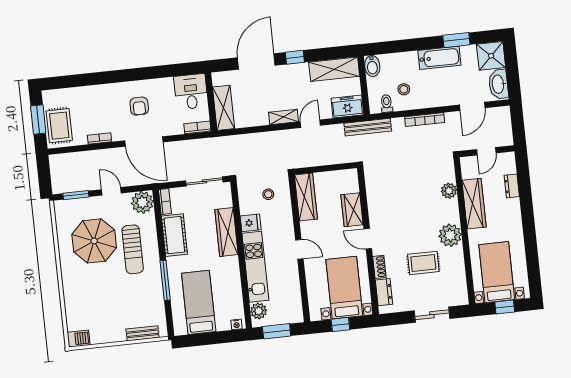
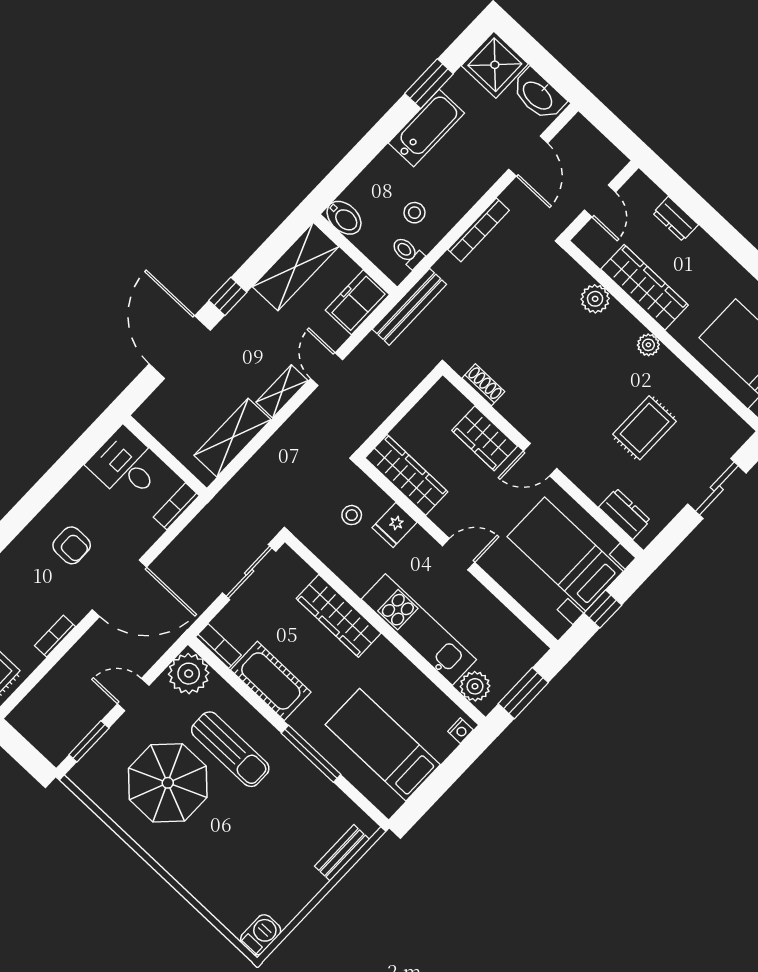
shelving: (223, 108) -> (233, 438), moved, turned 90
fridge: (251, 223) -> (394, 525), moved, turned 180
plant: (450, 235) -> (648, 345), width x0.53, depth x0.53
shoe rack: (379, 267) -> (483, 385), moved

